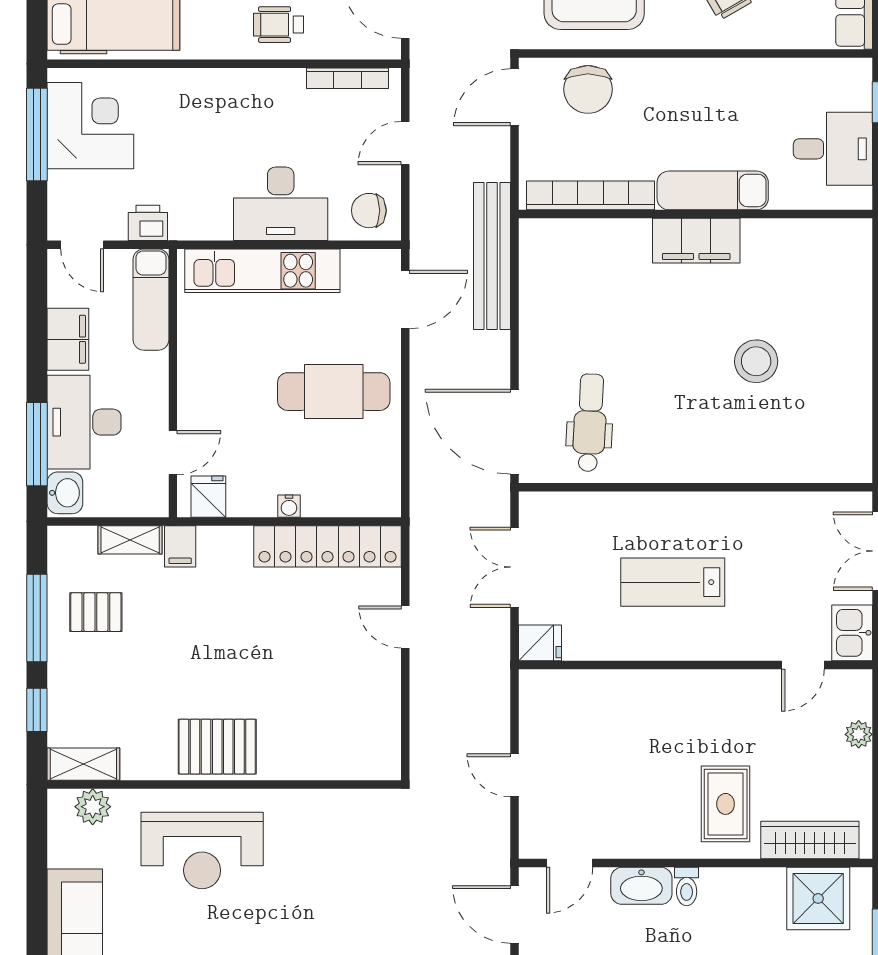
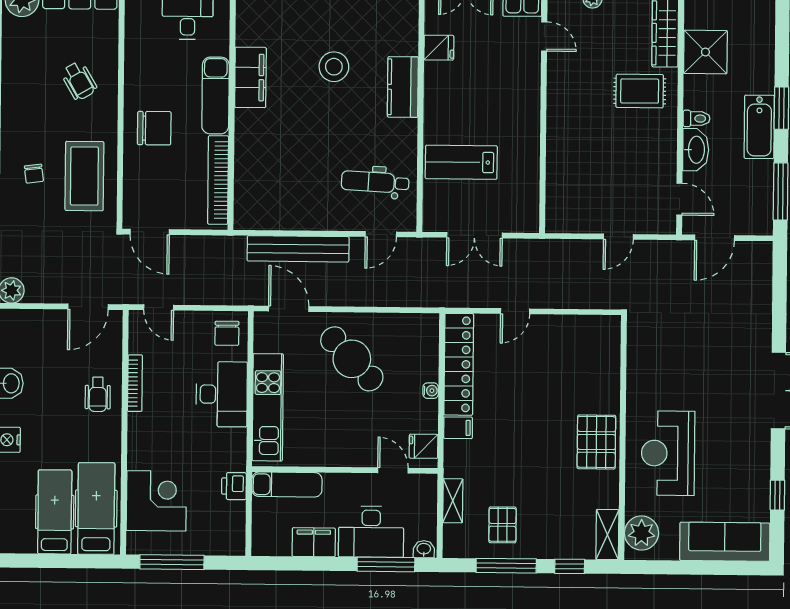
bookcase: (347, 78) -> (135, 383), moved
chair: (588, 89) -> (154, 128), moved
corner desk: (90, 126) -> (156, 501), moved, turned 90
door: (405, 143) -> (159, 307), moved
filing cabinet: (696, 241) -> (250, 77), moved
door: (82, 245) -> (248, 532), removed
bench: (492, 256) -> (298, 249), moved
cafe table: (334, 392) -> (352, 359), turned -44
door: (514, 432) -> (381, 234), width x0.53
kitchen counter: (728, 461) -> (403, 87), added
washbasin: (65, 493) -> (424, 549), width x0.72, depth x0.69
filing cabinet: (180, 546) -> (458, 428), moved
lab bench: (673, 582) -> (461, 162), moved, turned 90
fridge: (540, 643) -> (439, 48), moved, turned 90
plant: (93, 807) -> (642, 533), width x1.36, depth x1.36
reception desk: (202, 850) -> (668, 453), turned 180
shower: (818, 898) -> (705, 52), moved

